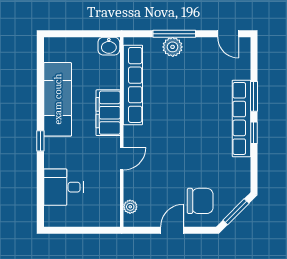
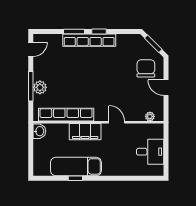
window: (40, 141) -> (75, 178), moved
desk: (63, 187) -> (150, 152), moved, turned -90

